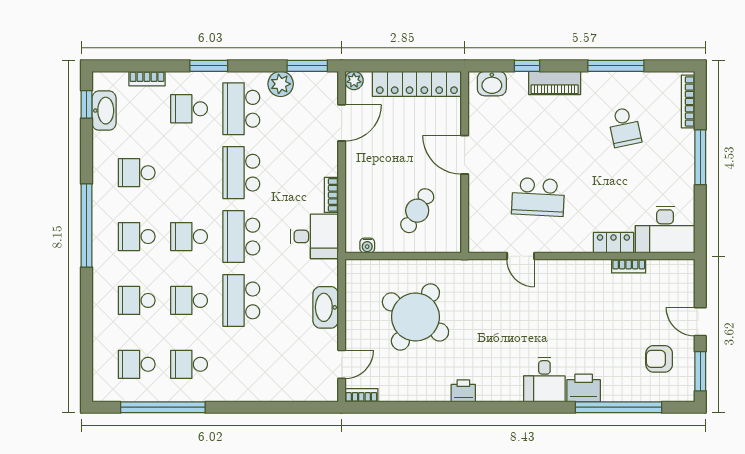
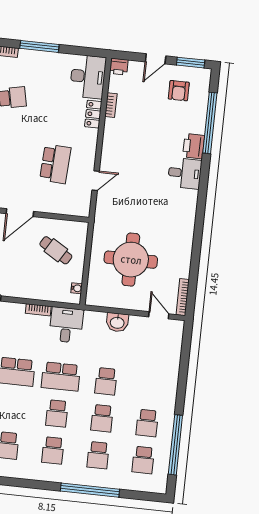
window: (87, 225) -> (90, 490), moved
school desk: (241, 300) -> (106, 381), width x0.54
washbasin: (326, 307) -> (117, 322), width x0.72
round table: (415, 317) -> (131, 260), turned -32
printer: (463, 391) -> (119, 67), moved, turned -90
bookcase: (361, 395) -> (183, 297), width x1.56

